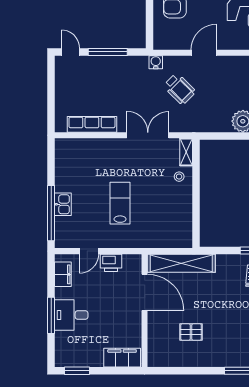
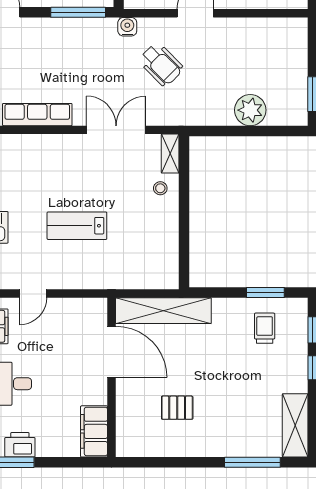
window: (108, 52) -> (78, 12), moved
lab bench: (120, 203) -> (77, 226), turned -90
printer: (111, 263) -> (20, 445), moved, turned 180
filing cabinet: (122, 358) -> (94, 431), moved, turned -90

